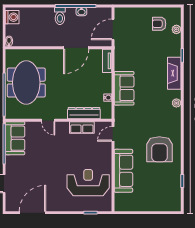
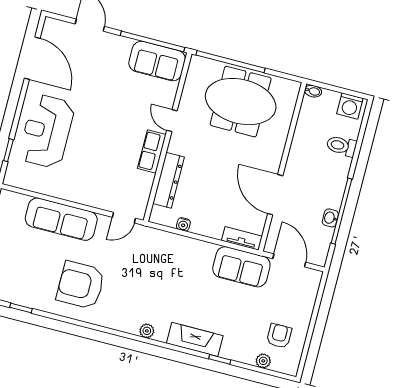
toilet: (60, 16) -> (341, 146), moved
sofa: (124, 88) -> (241, 267), moved
door: (48, 120) -> (172, 121), hinge flipped
row of seats: (82, 127) -> (152, 151), moved
door: (113, 134) -> (124, 218), swing flipped
reception desk: (88, 183) -> (47, 131), moved, turned 180

